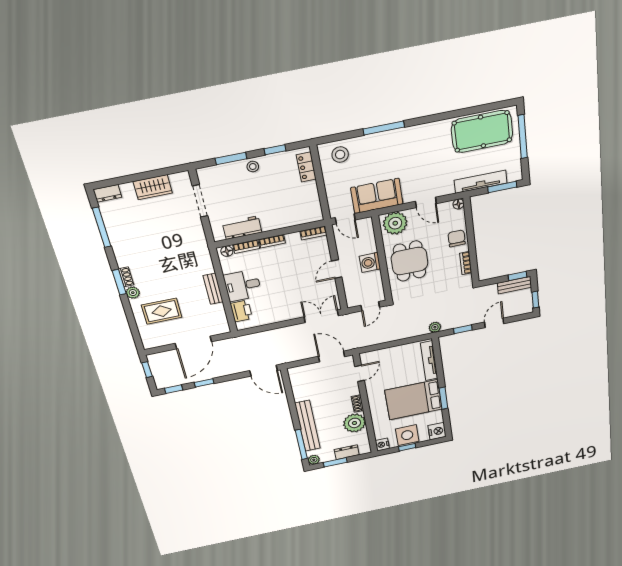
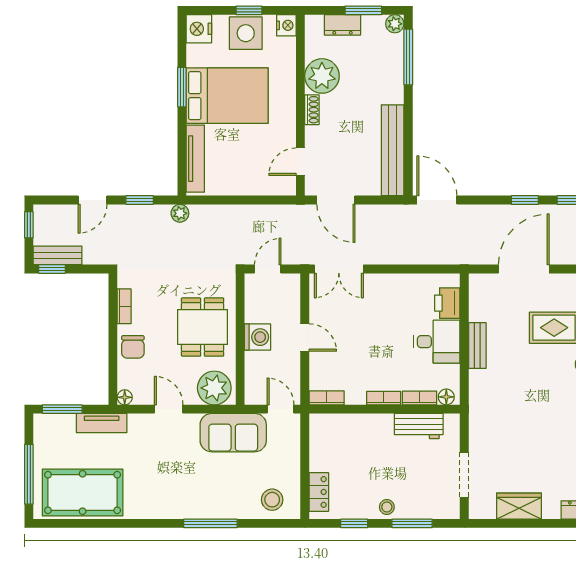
tv unit: (481, 182) -> (102, 423), width x0.71
door: (337, 269) -> (305, 337), hinge flipped
bench: (308, 426) -> (393, 150), moved

